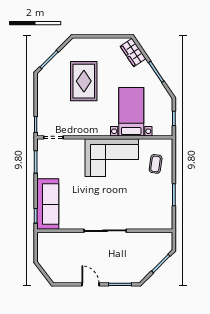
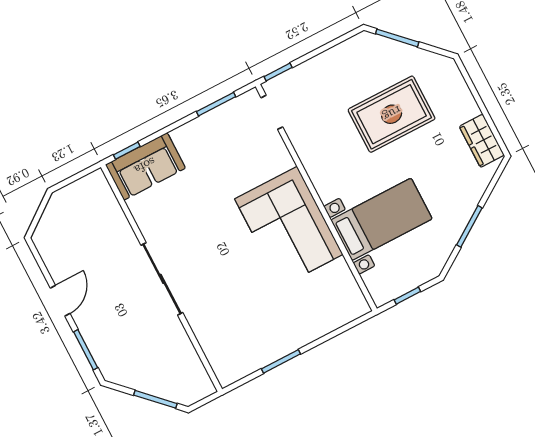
wardrobe: (133, 52) -> (482, 141), moved, turned -56
coffee table: (156, 164) -> (316, 305), removed
sofa: (48, 204) -> (145, 166), width x0.73

